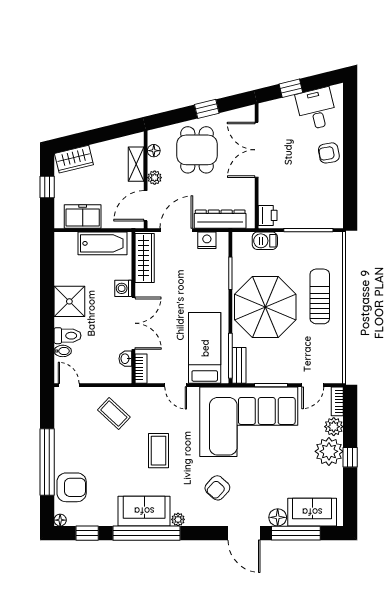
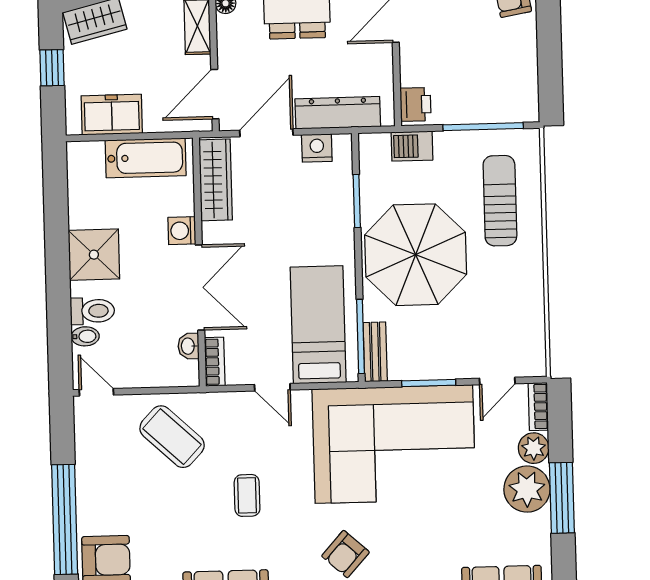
plant: (155, 178) -> (228, 47), removed
sun lounger: (320, 296) -> (500, 201), moved
coffee table: (114, 414) -> (172, 437), width x1.36, depth x1.30
coffee table: (158, 451) -> (247, 495), width x0.73, depth x0.77
window: (350, 457) -> (562, 498), width x2.17

